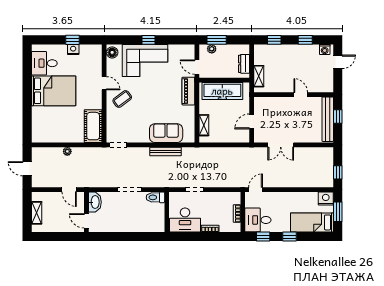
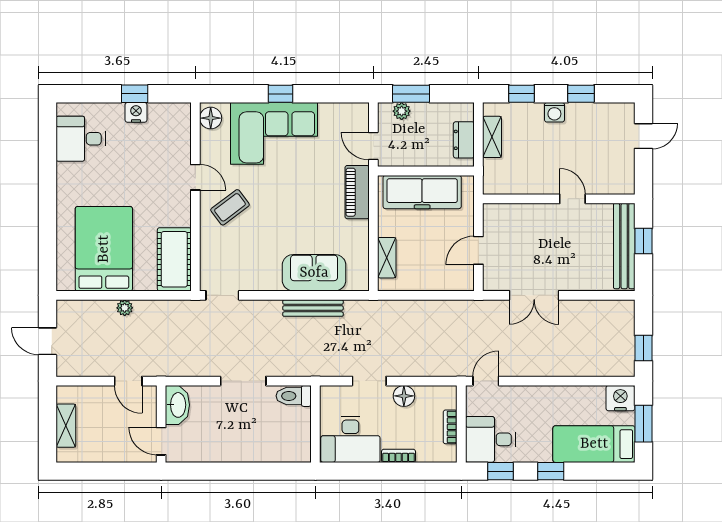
washing machine: (325, 49) -> (554, 112), moved
shelving: (259, 76) -> (492, 137), moved
bed: (54, 91) -> (104, 249), moved, turned -90
floor lamp: (213, 197) -> (404, 396), added

